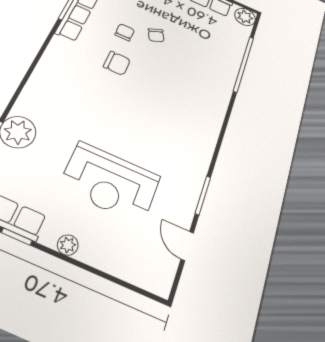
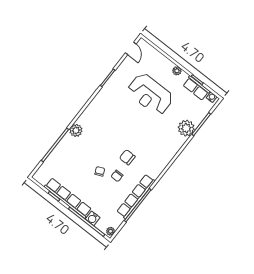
plant: (245, 17) -> (76, 130), moved
reception desk: (110, 182) -> (150, 94), turned 180
door: (187, 246) -> (131, 48), moved

